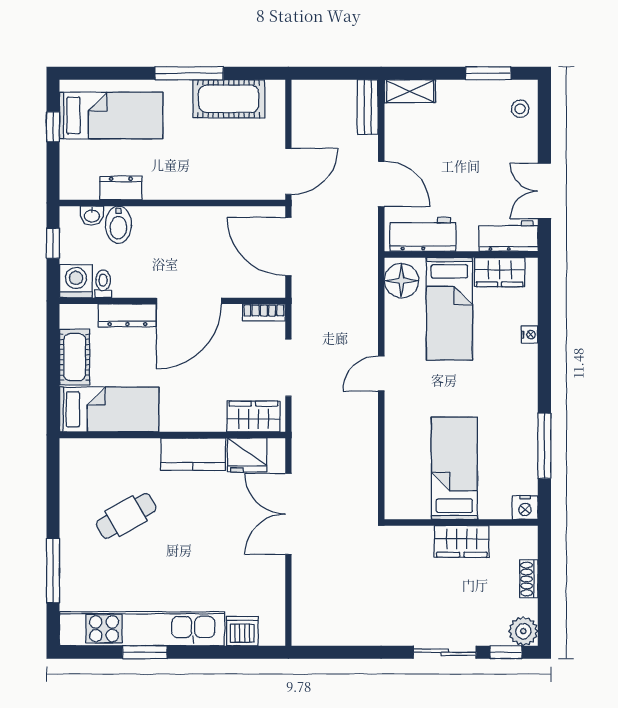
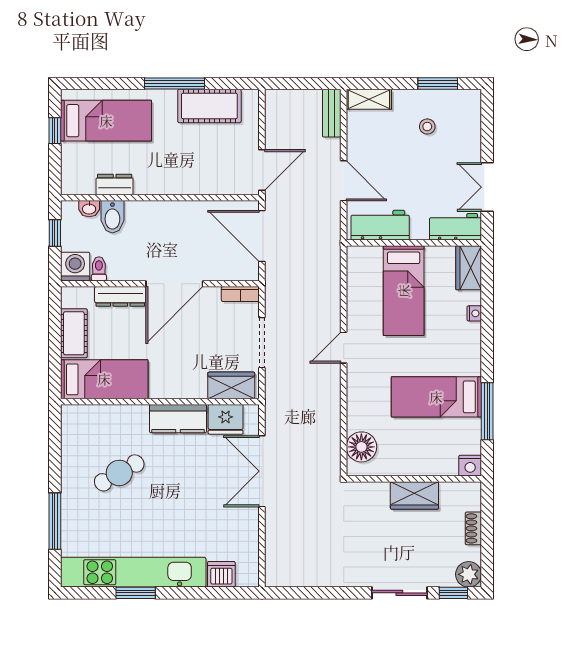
stool: (520, 109) -> (427, 127), moved
wardrobe: (500, 272) -> (469, 268), moved, turned 90
floor lamp: (401, 281) -> (361, 447), moved
bed: (454, 468) -> (436, 397), moved, turned -90

